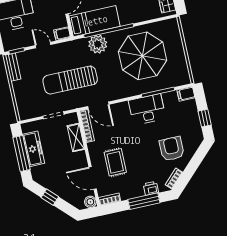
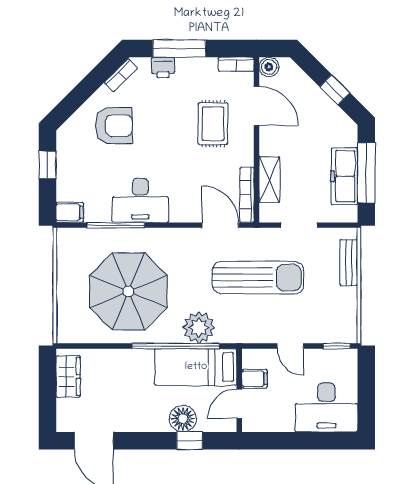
filing cabinet: (62, 34) -> (254, 379), moved
bench: (13, 67) -> (349, 263), moved
armchair: (172, 149) -> (114, 126), turned -90

